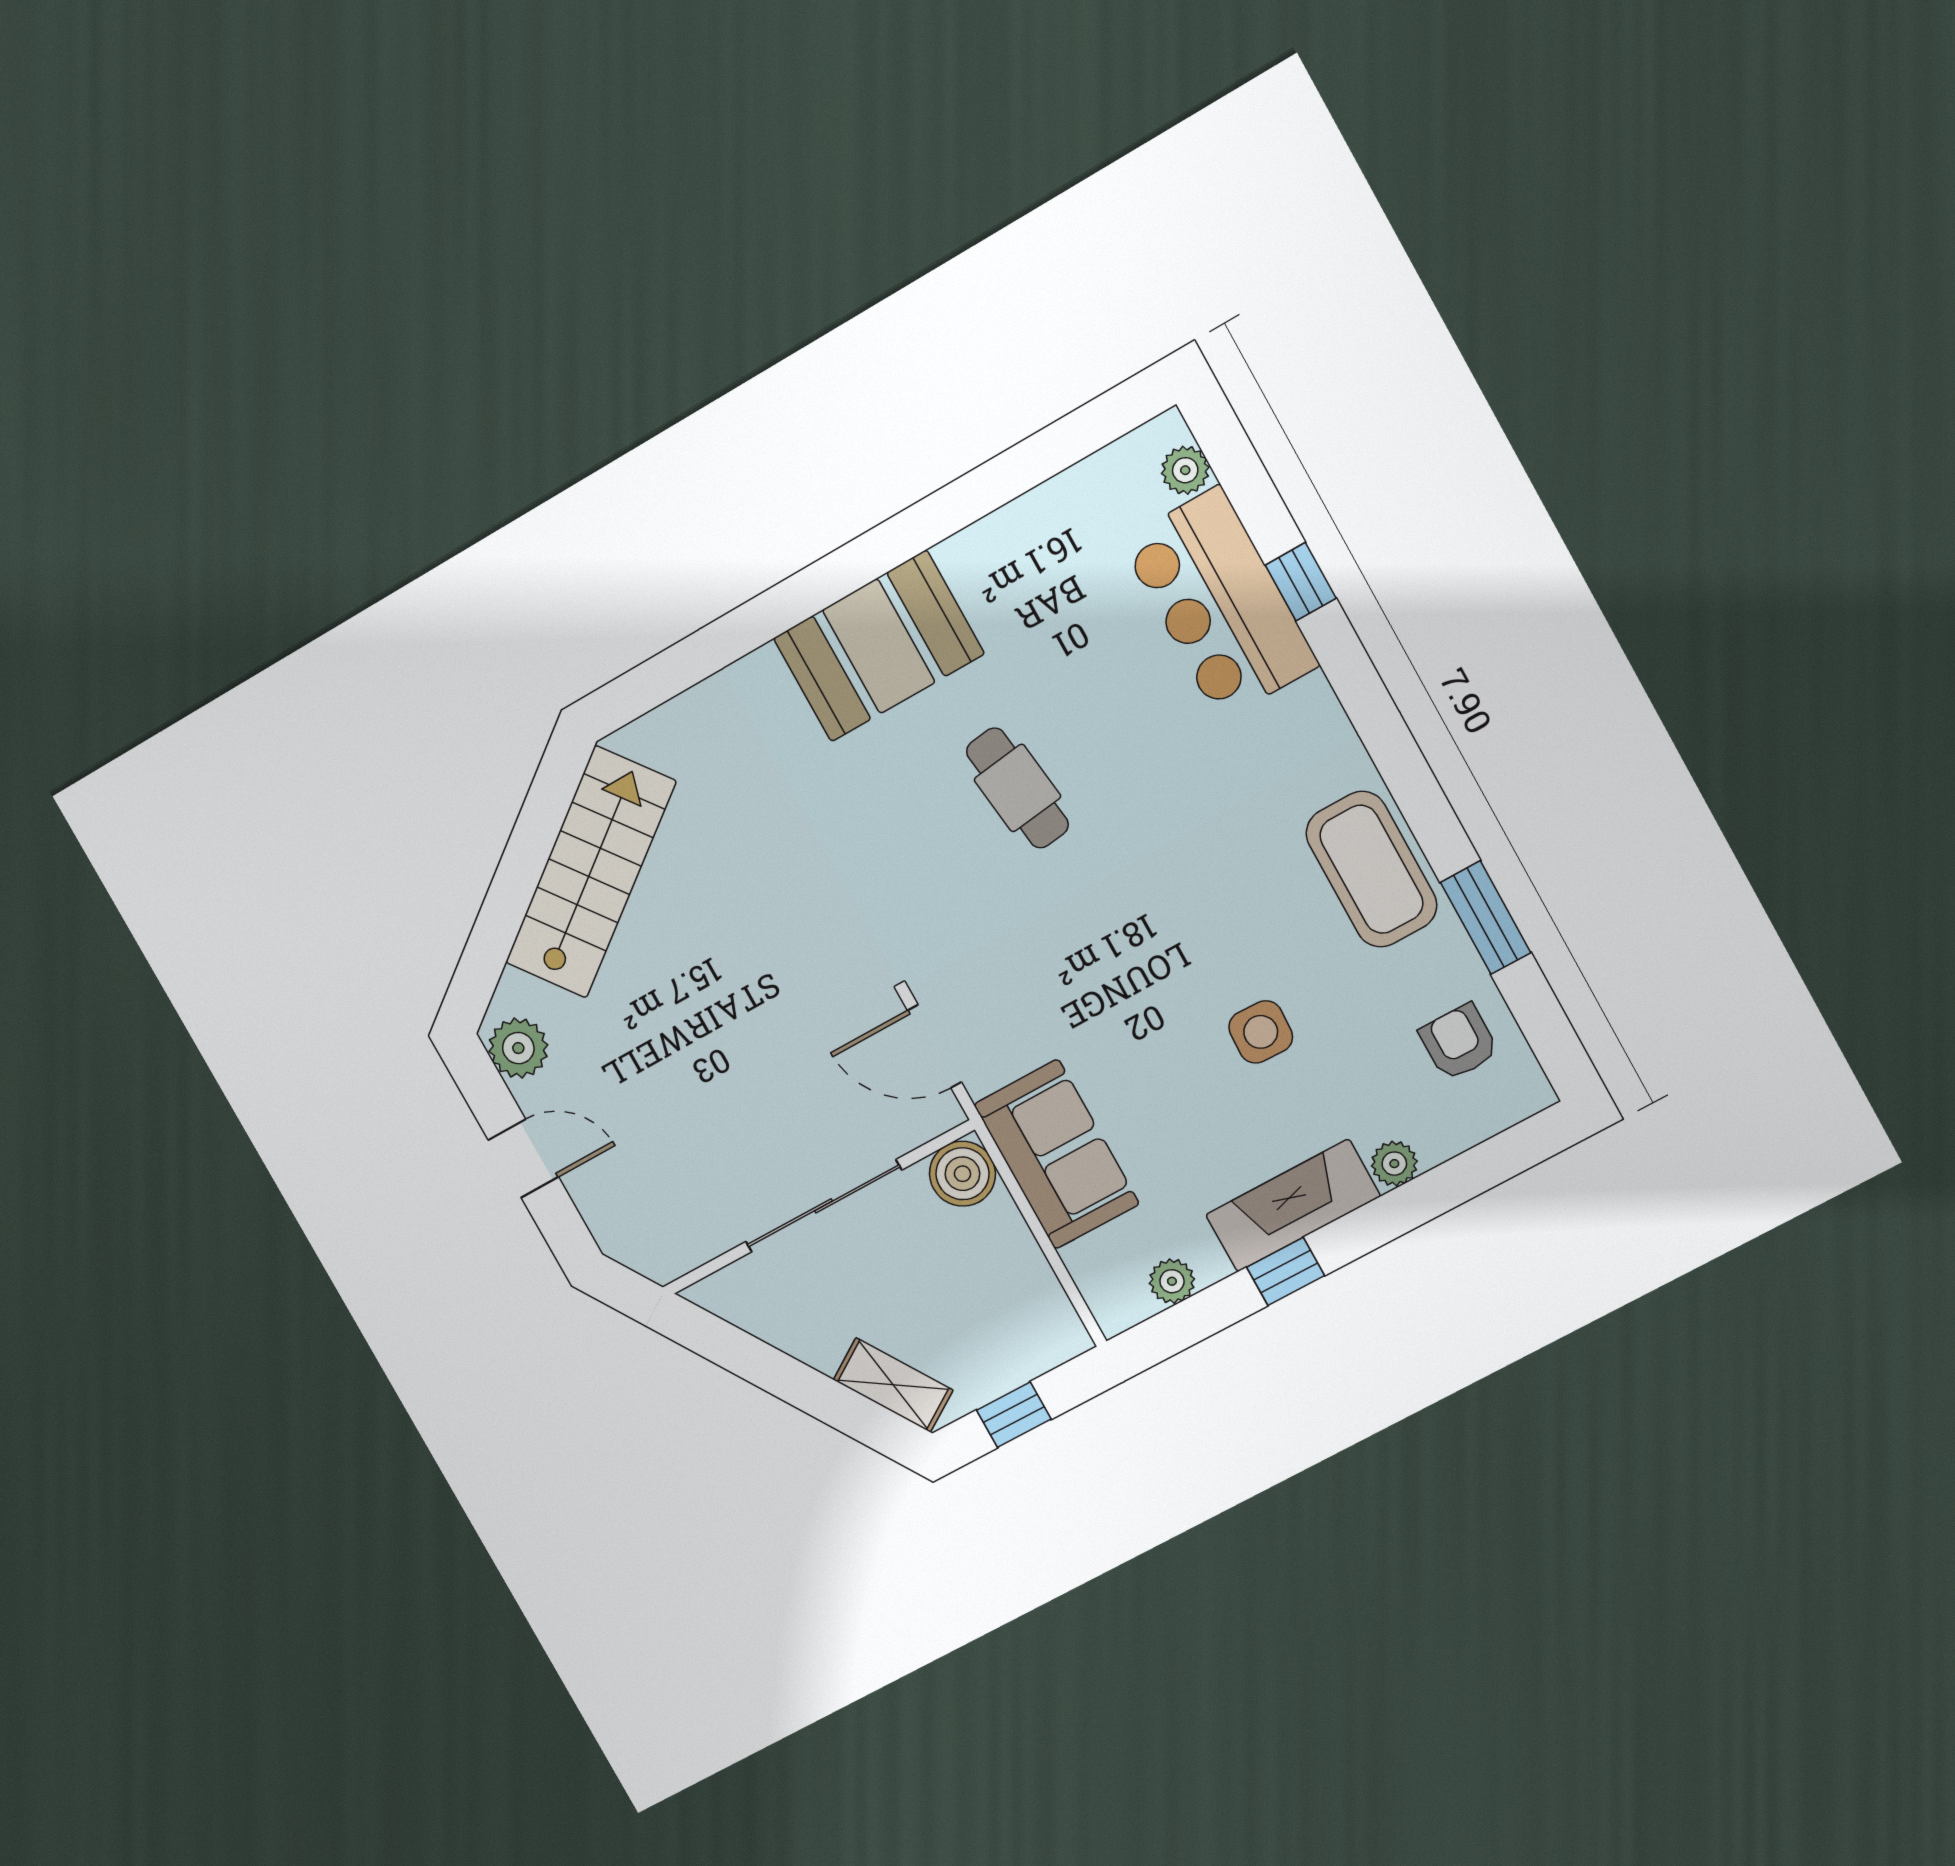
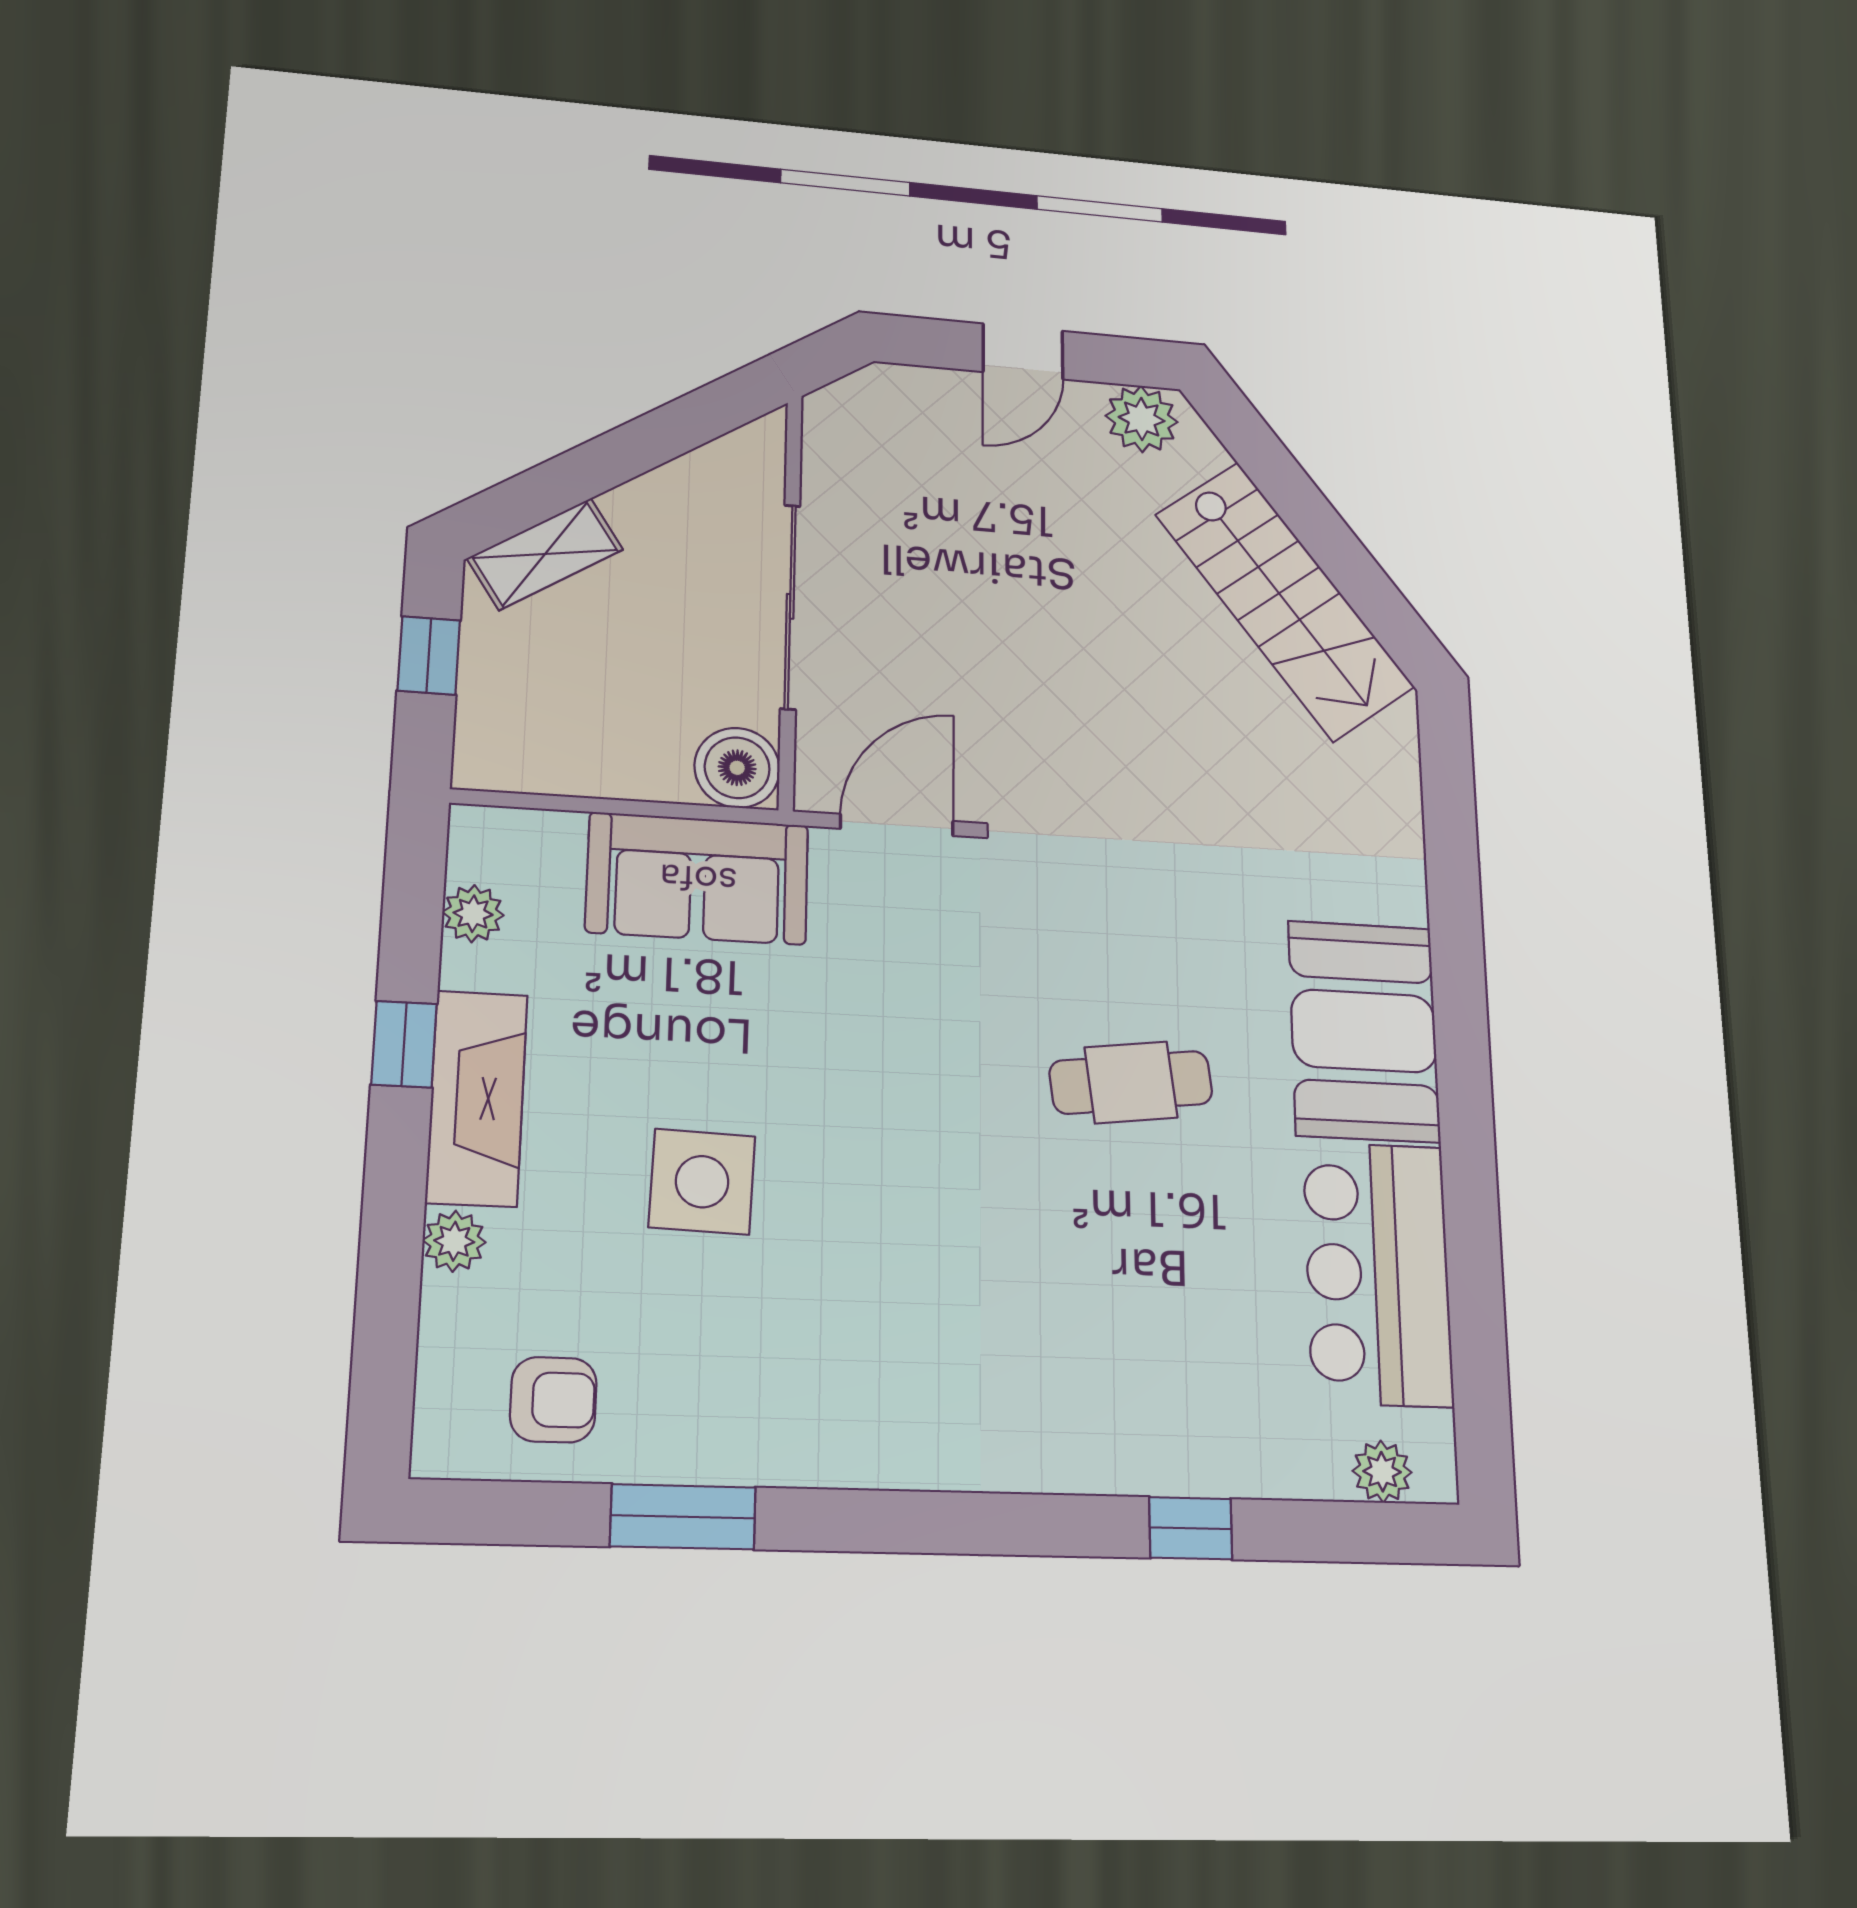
bar counter: (1220, 603) -> (1378, 1273), moved, turned -90
coffee table: (1371, 869) -> (817, 1417), removed
side table: (1261, 1032) -> (702, 1182), width x1.37, depth x1.37

